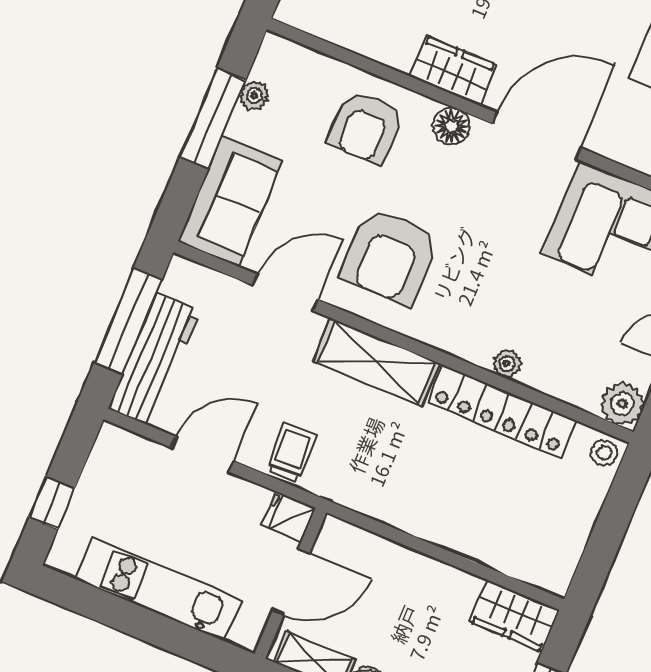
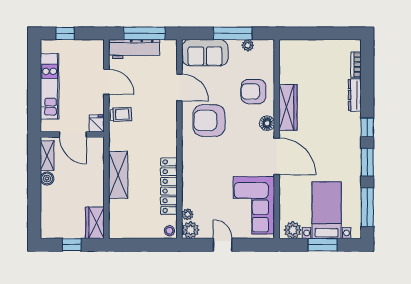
wardrobe: (453, 71) -> (288, 107), width x1.50
shelving: (377, 362) -> (118, 175), moved
plant: (507, 364) -> (187, 214), moved

